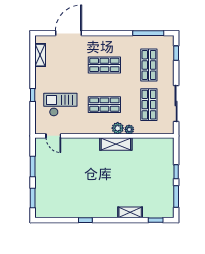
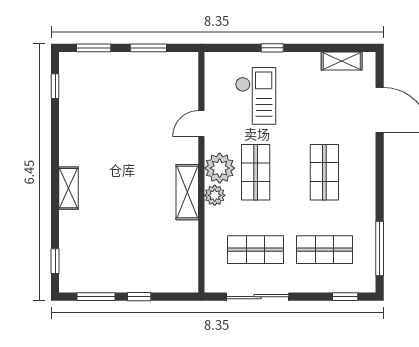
plant: (129, 129) -> (220, 168), moved, width x1.87, depth x1.87
door: (53, 136) -> (201, 124), moved
shelving: (130, 212) -> (69, 188), moved
window: (85, 220) -> (55, 86), moved

